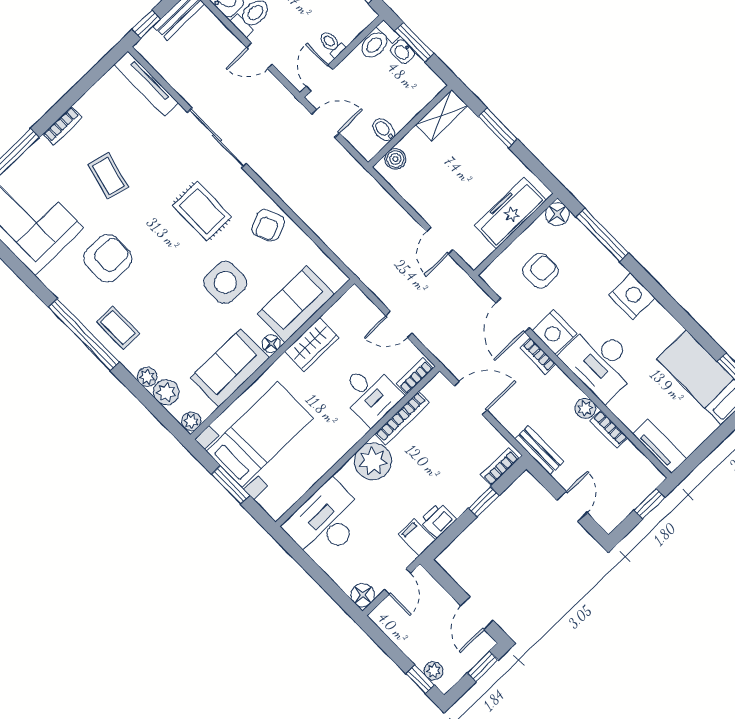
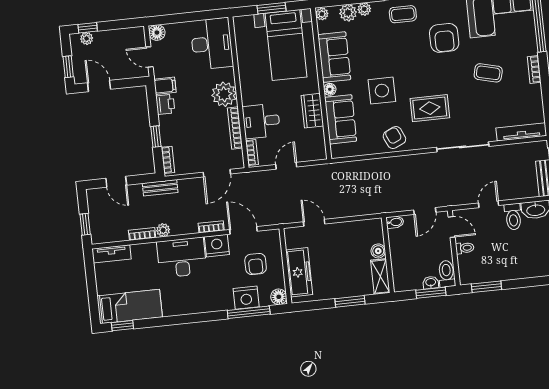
bidet: (384, 130) -> (395, 222), moved
boiler: (395, 159) -> (378, 251), moved
nightstand: (632, 296) -> (246, 298), moved

